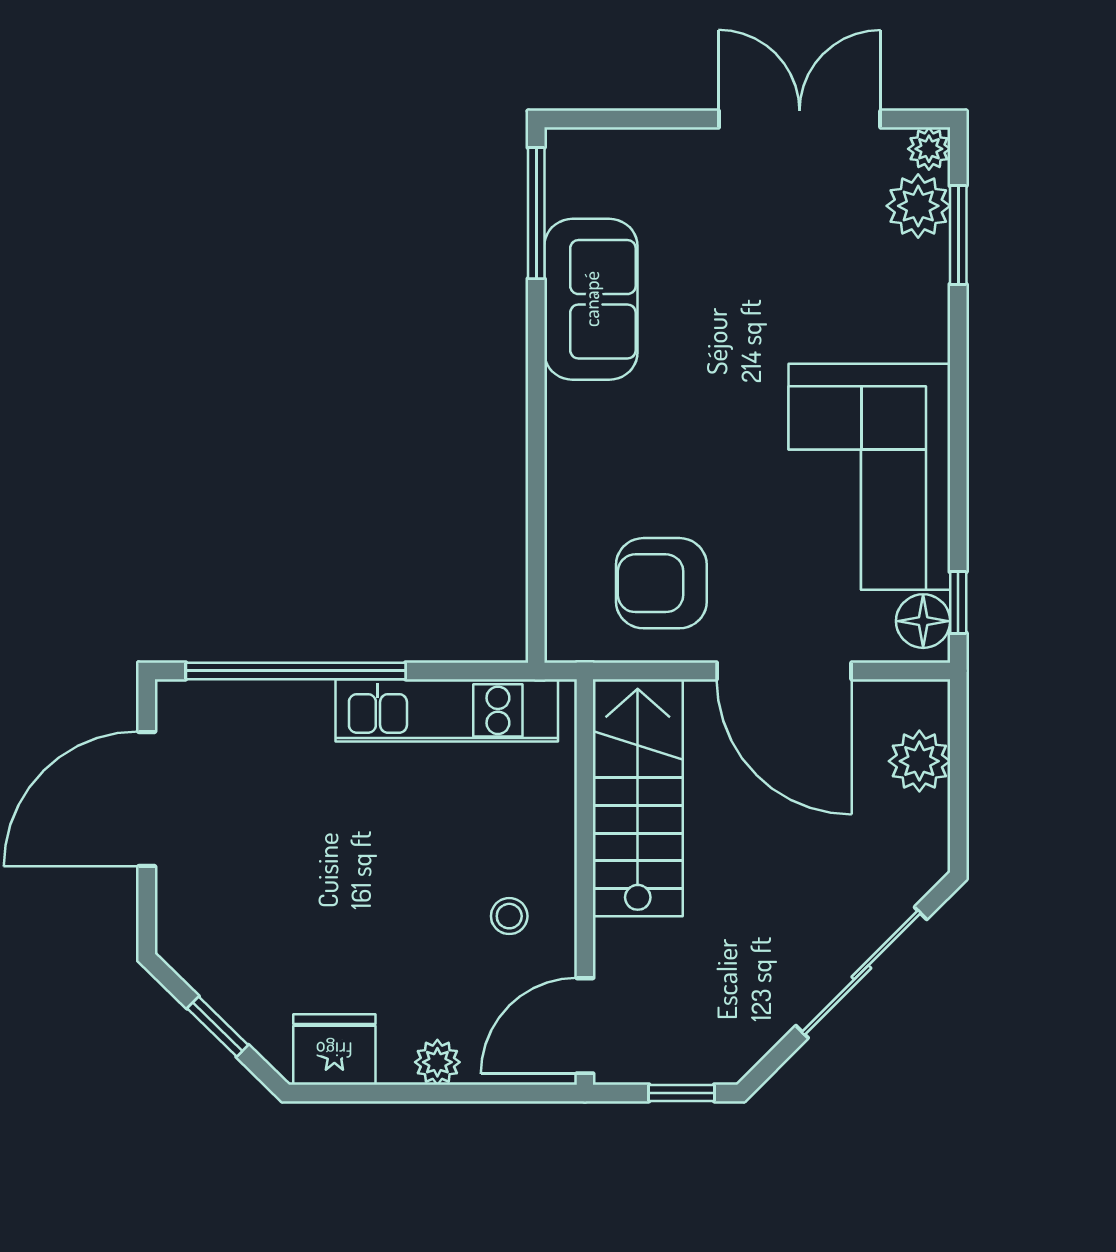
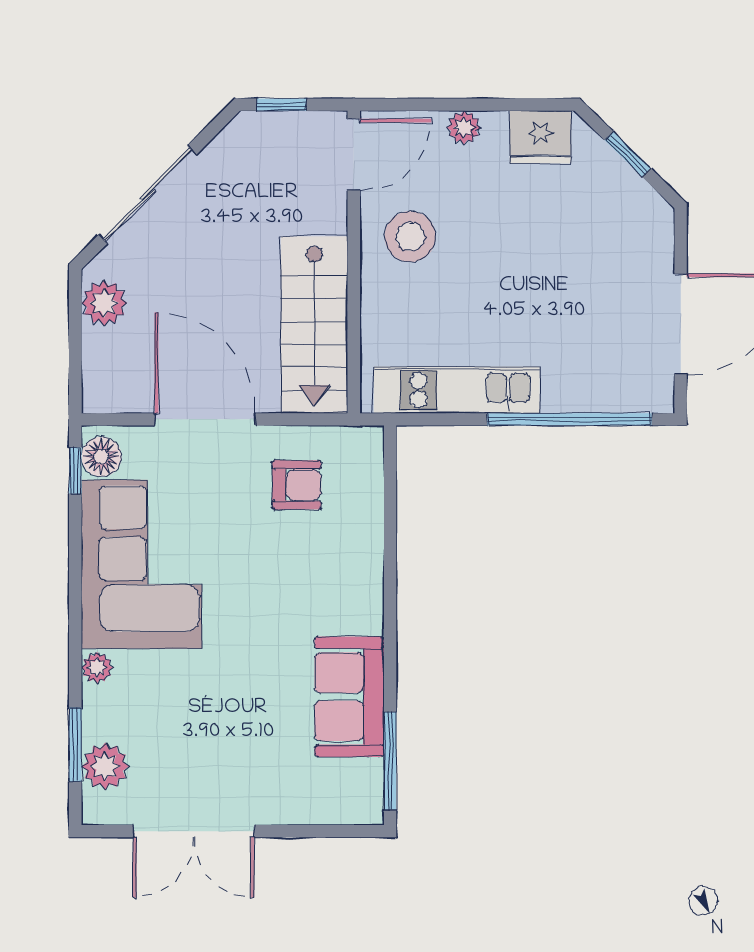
plant: (929, 149) -> (97, 668), moved
armchair: (661, 583) -> (297, 485), width x0.72, depth x0.72
plant: (919, 761) -> (104, 303), moved
stool: (509, 916) -> (410, 237), width x1.89, depth x1.89

